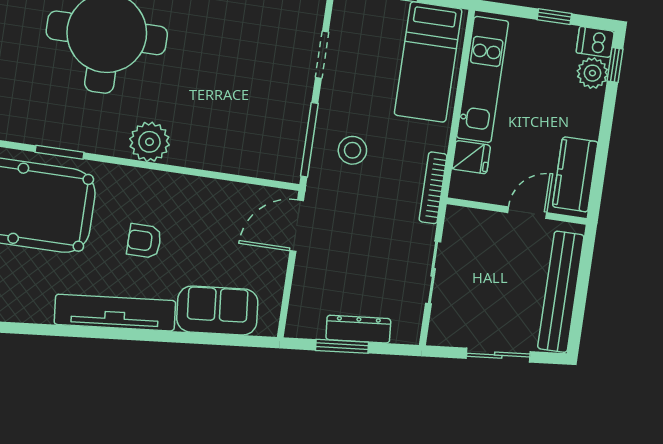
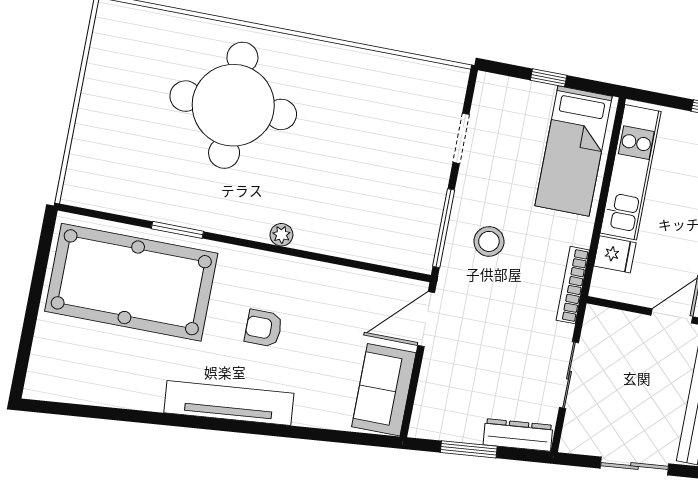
plant: (149, 142) -> (281, 235), width x0.53, depth x0.53
sofa: (217, 311) -> (384, 390), moved, turned -85
dresser: (358, 329) -> (518, 435), moved

